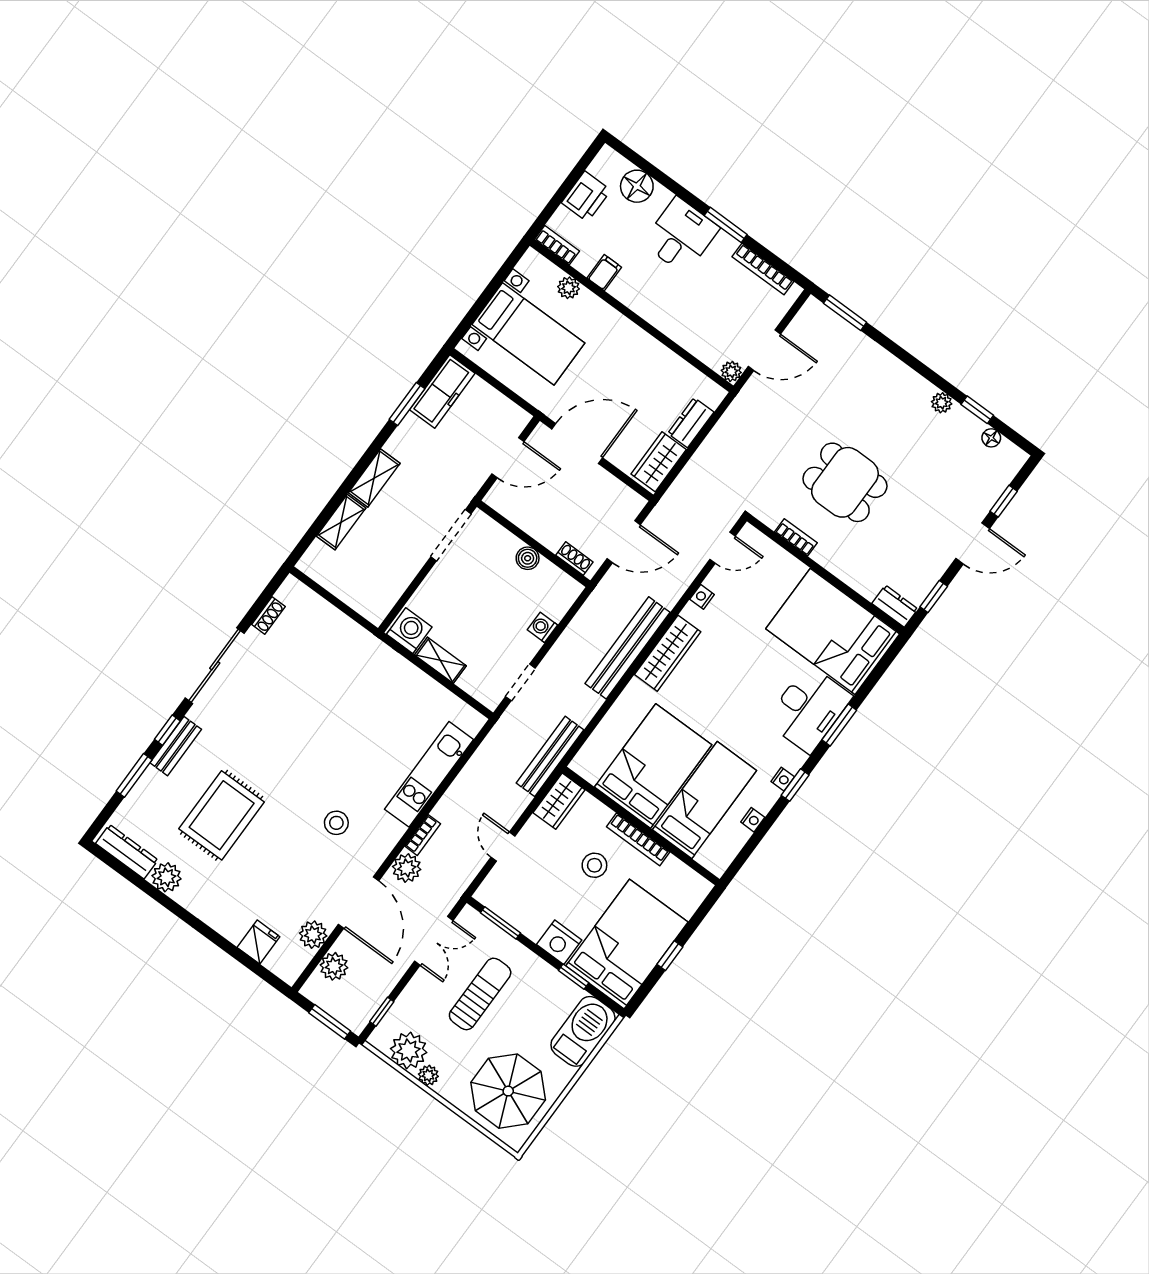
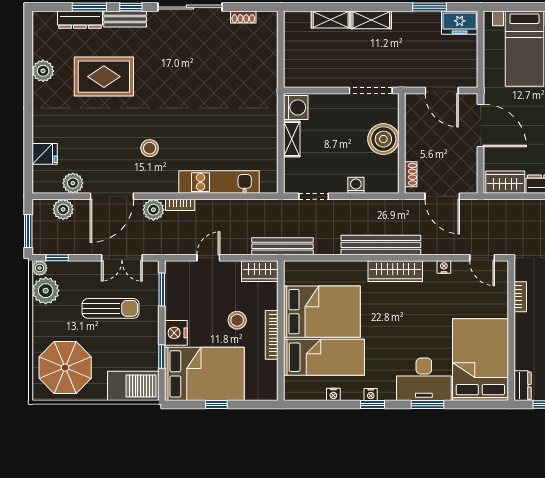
freezer: (442, 391) -> (460, 23), width x0.71
boiler: (528, 558) -> (383, 139), width x1.86, depth x1.86
dresser: (127, 852) -> (80, 20), moved, turned 90
plant: (428, 1075) -> (40, 268), moved

